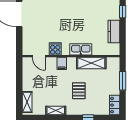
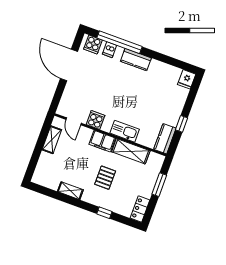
window: (123, 12) -> (182, 124), moved
kitchen counter: (114, 31) -> (165, 139), moved
filing cabinet: (62, 63) -> (102, 141), width x2.00
shelving: (27, 102) -> (52, 140), moved

